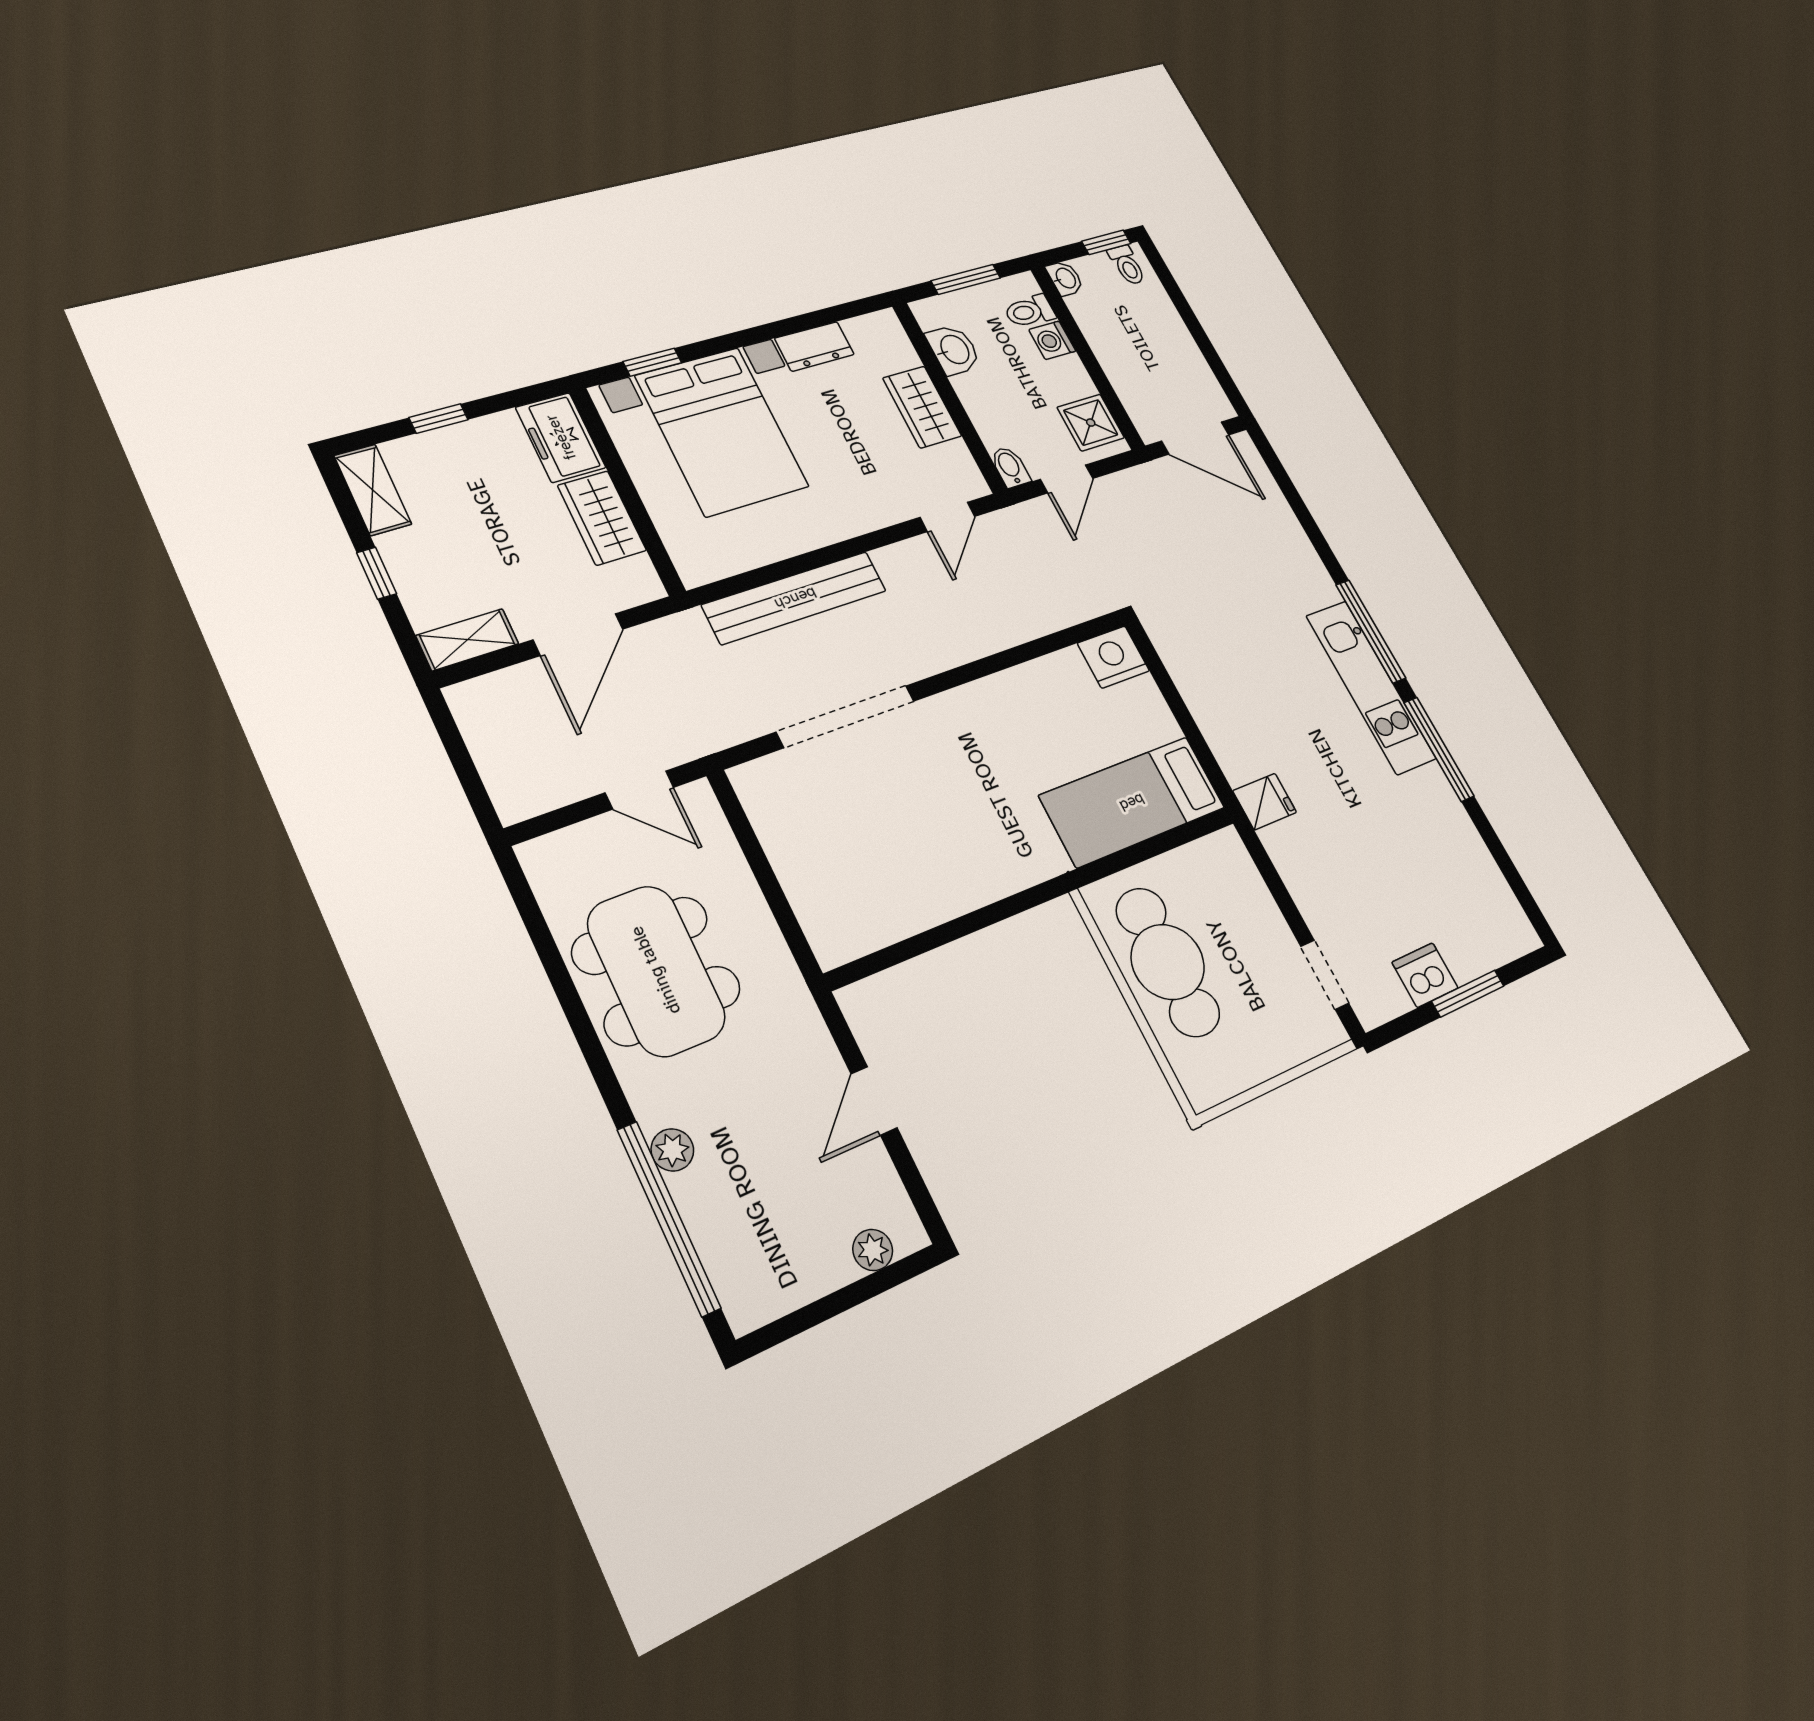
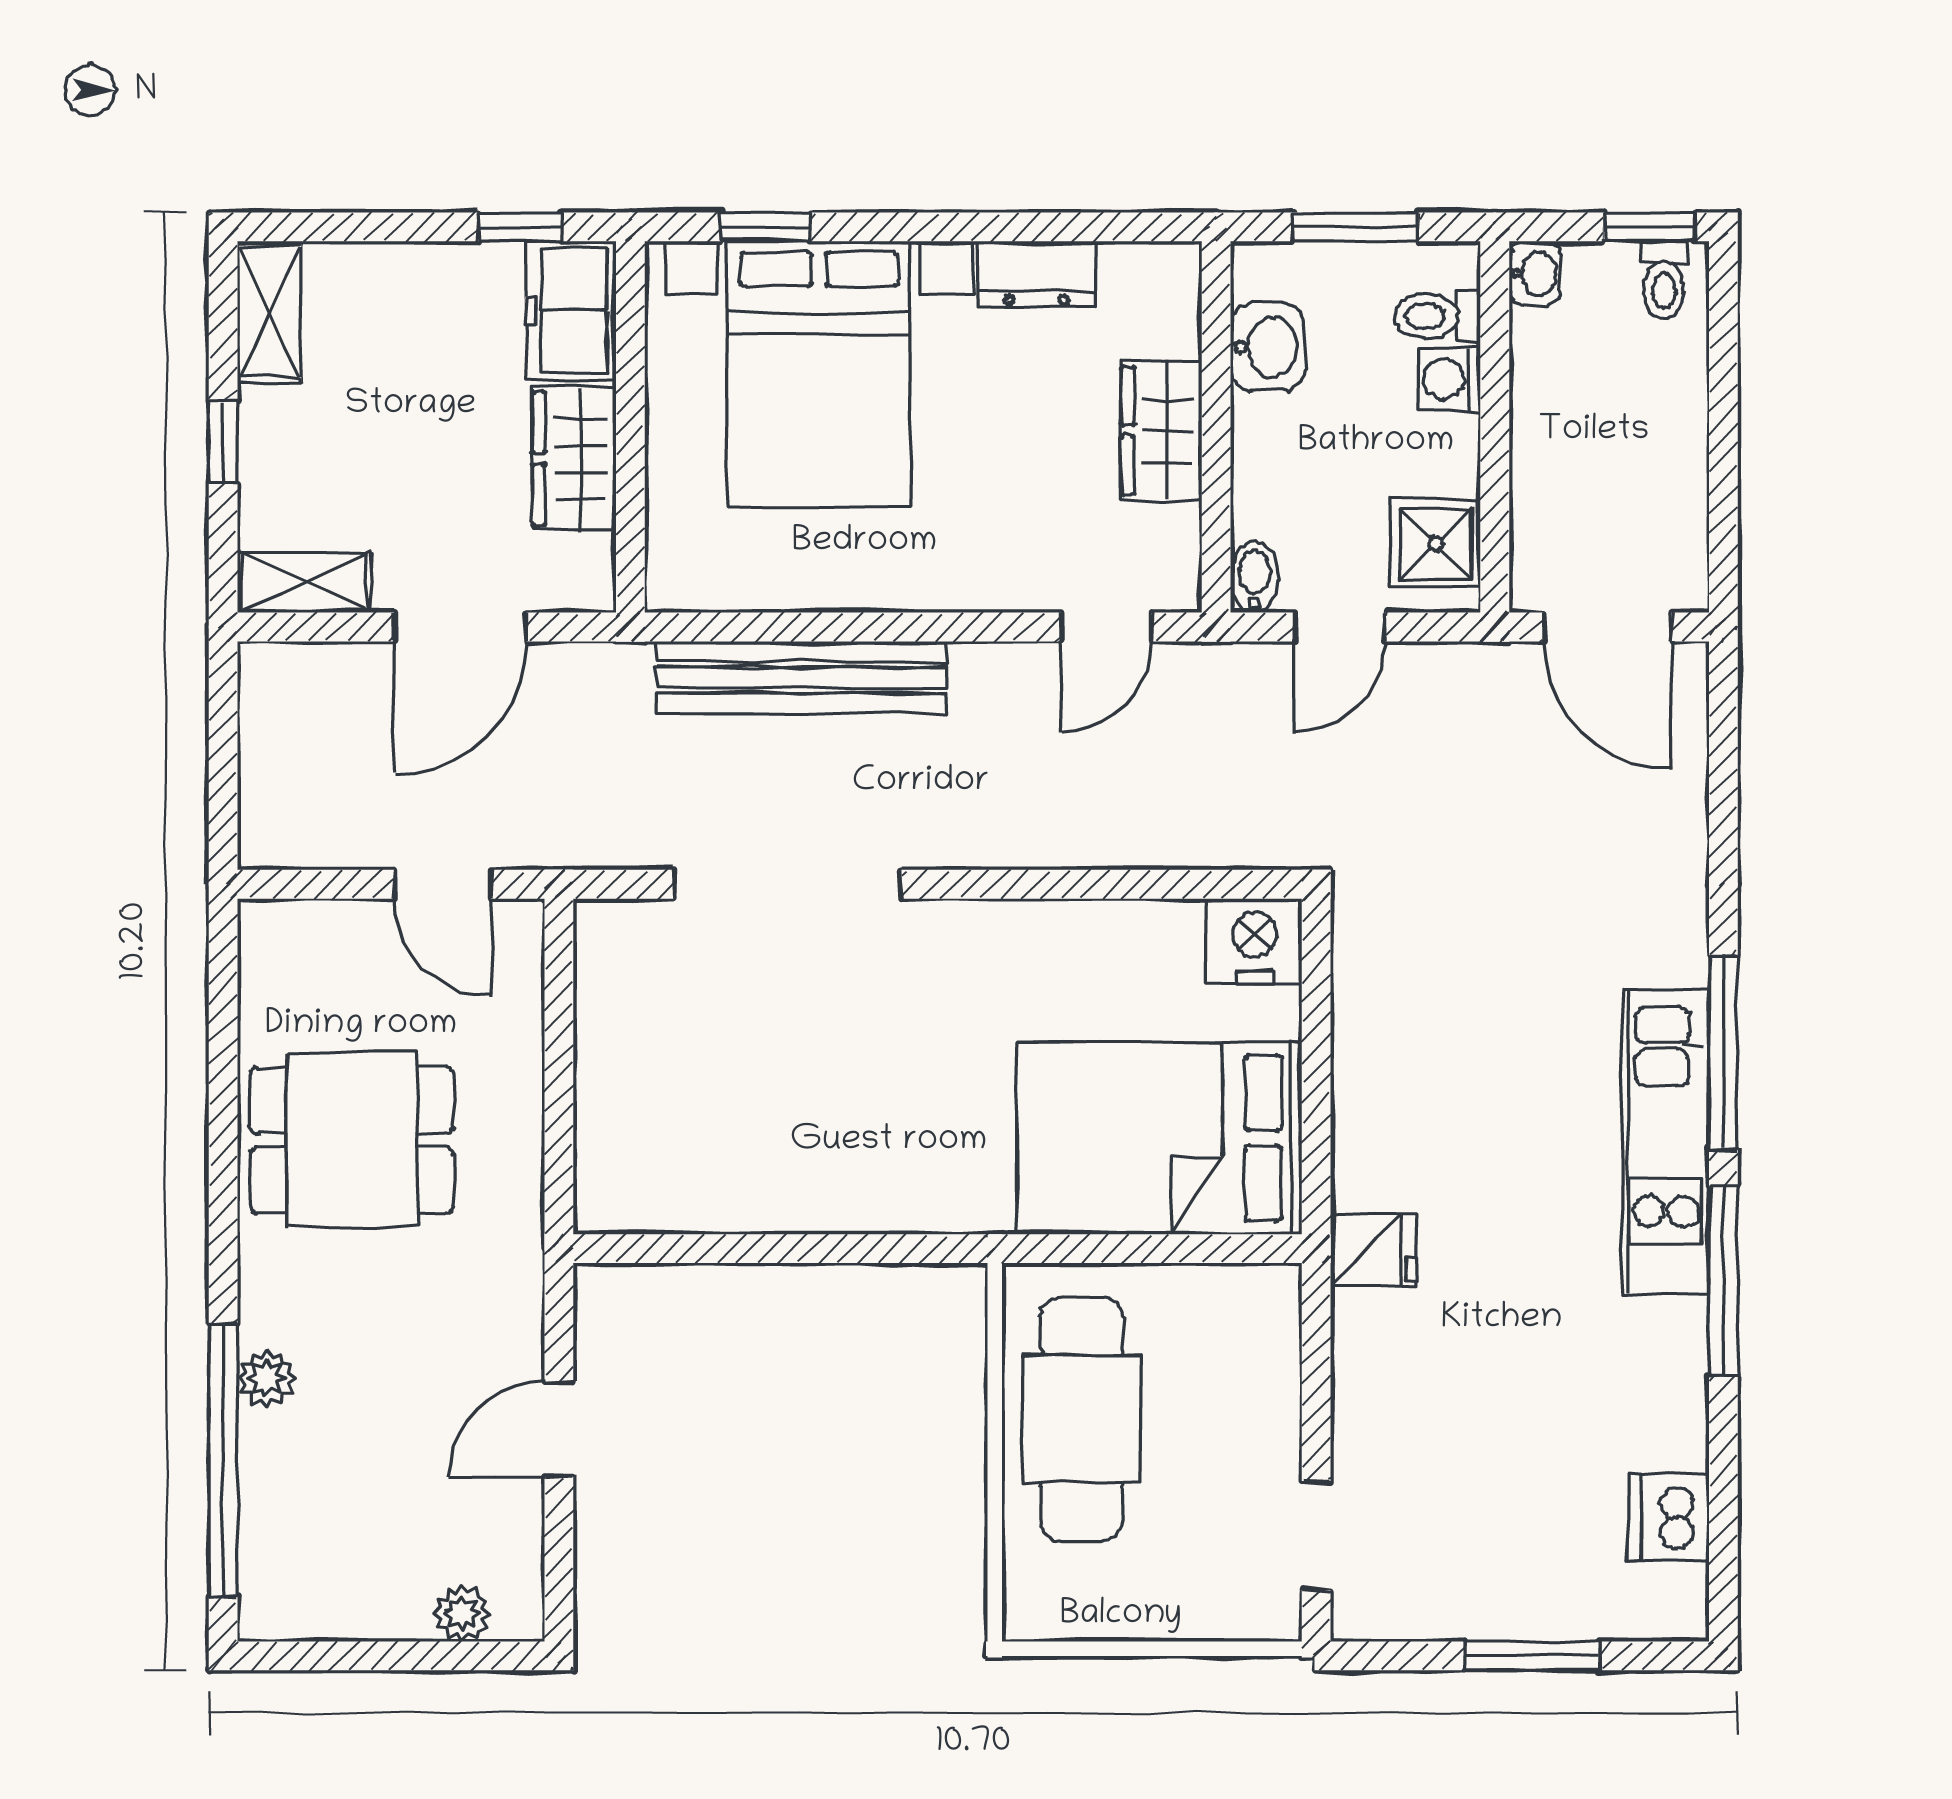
window: (439, 419) -> (520, 227), moved
bed: (1132, 802) -> (1159, 1138), width x1.50
dining table: (656, 970) -> (352, 1140), width x0.73
dishwasher: (1425, 975) -> (1669, 1517), moved, turned -90

